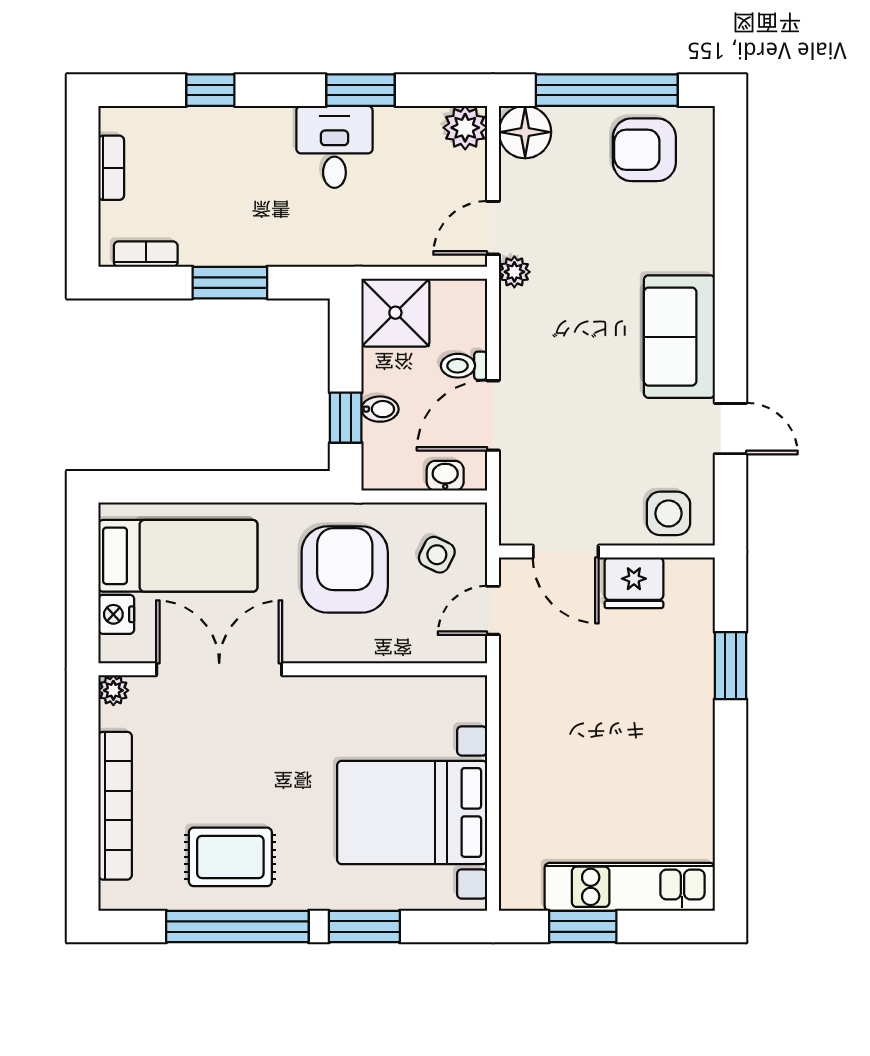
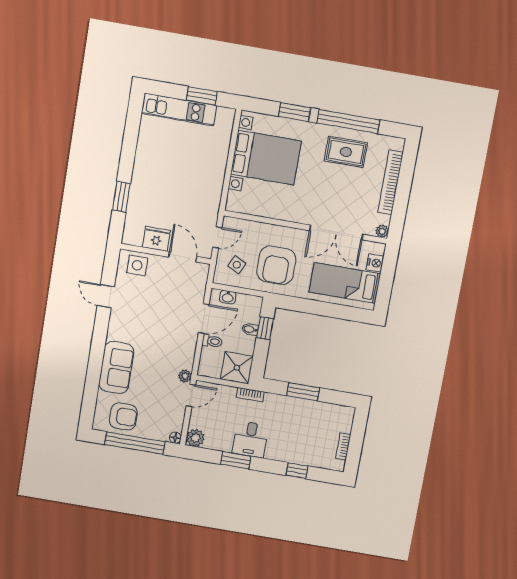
floor lamp: (525, 132) -> (175, 438), width x0.53, depth x0.53
bookcase: (146, 254) -> (250, 395), moved
sofa: (679, 337) -> (116, 368), moved

